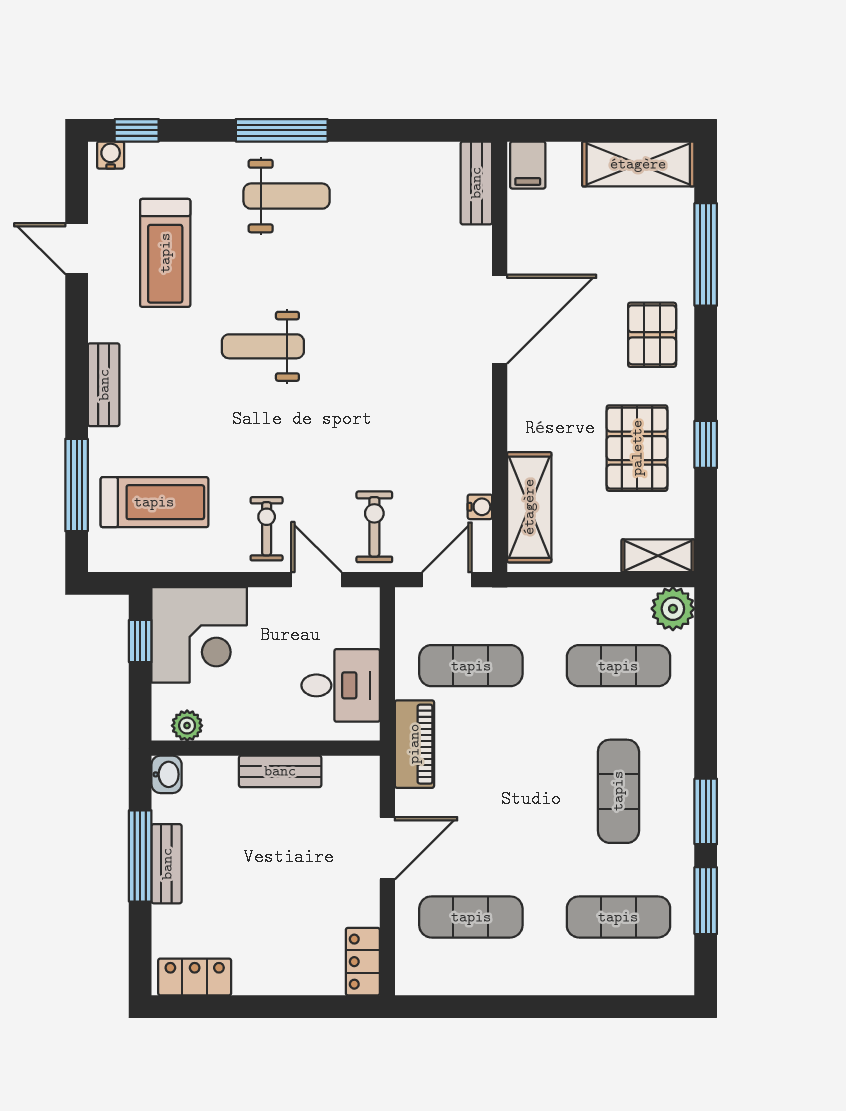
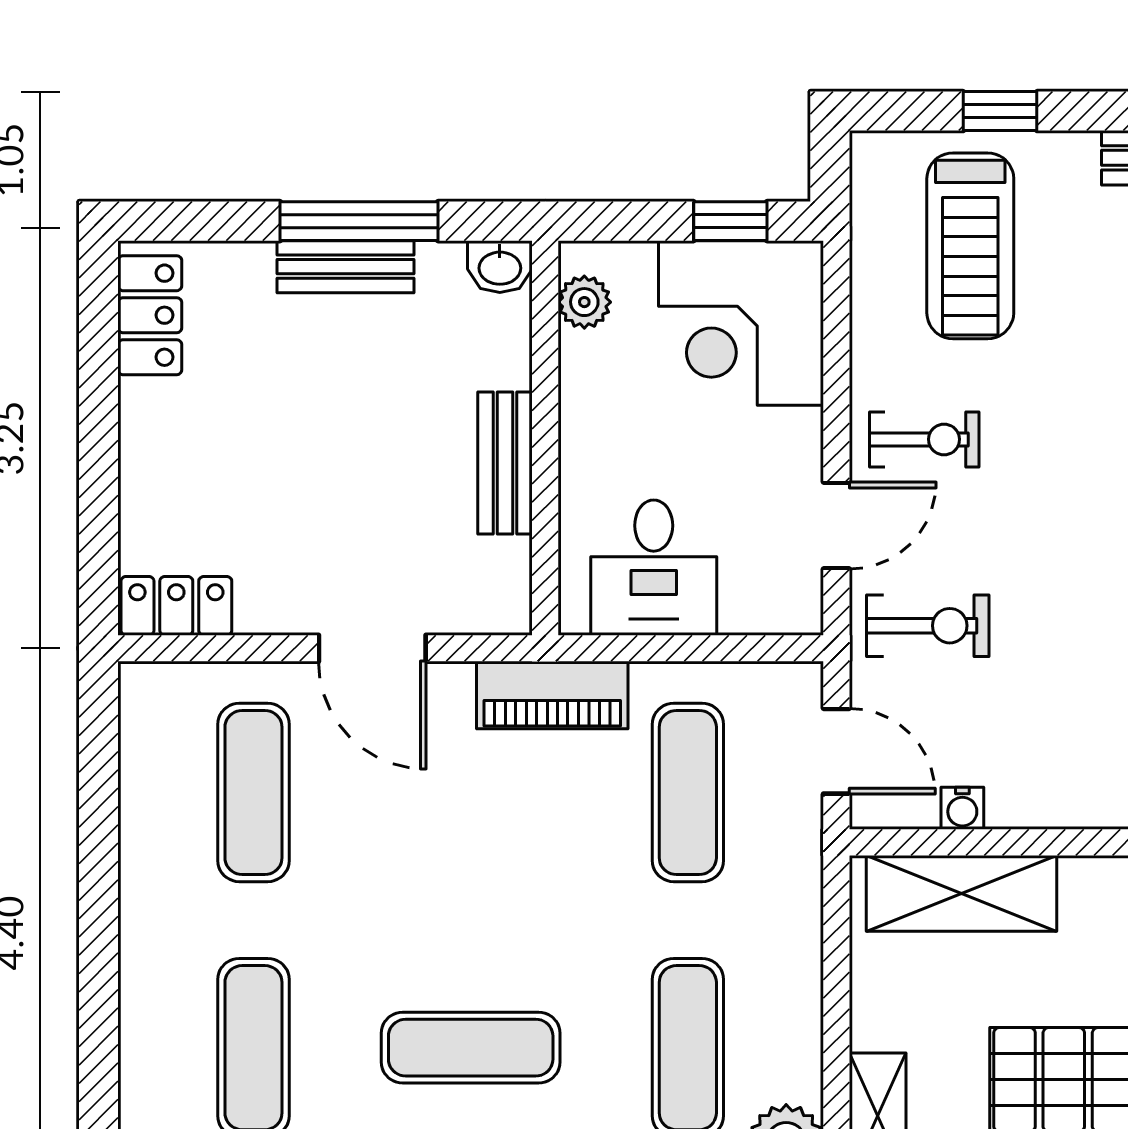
window: (77, 485) -> (1000, 111), width x0.46

